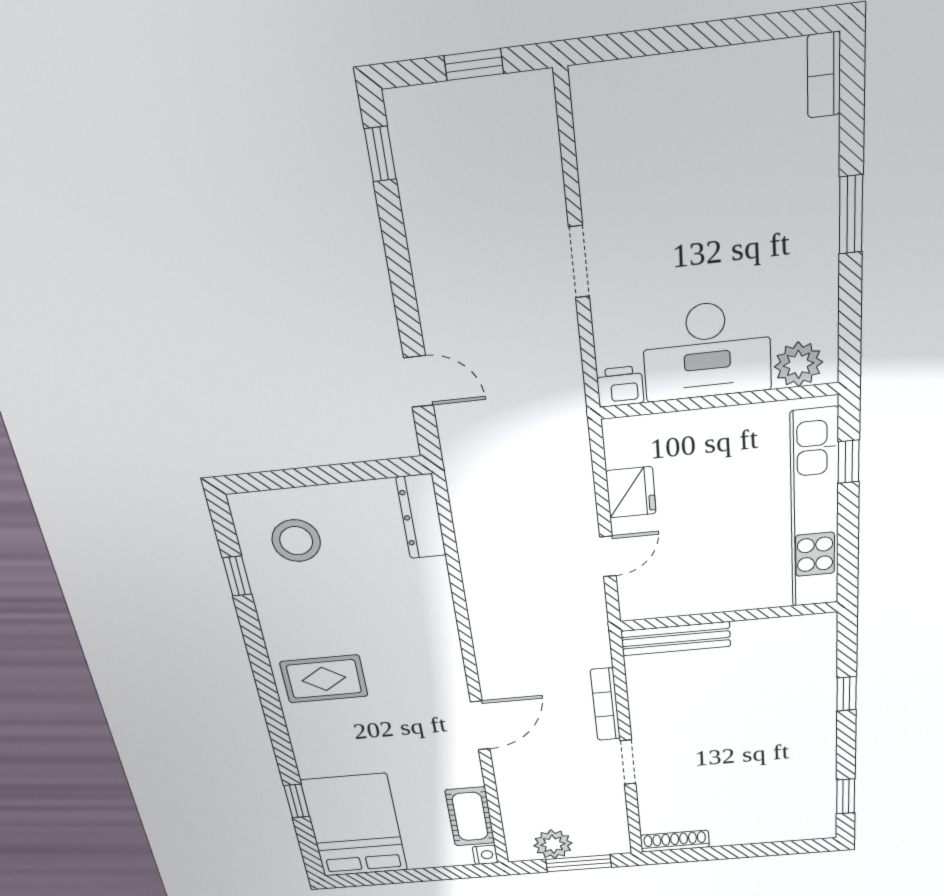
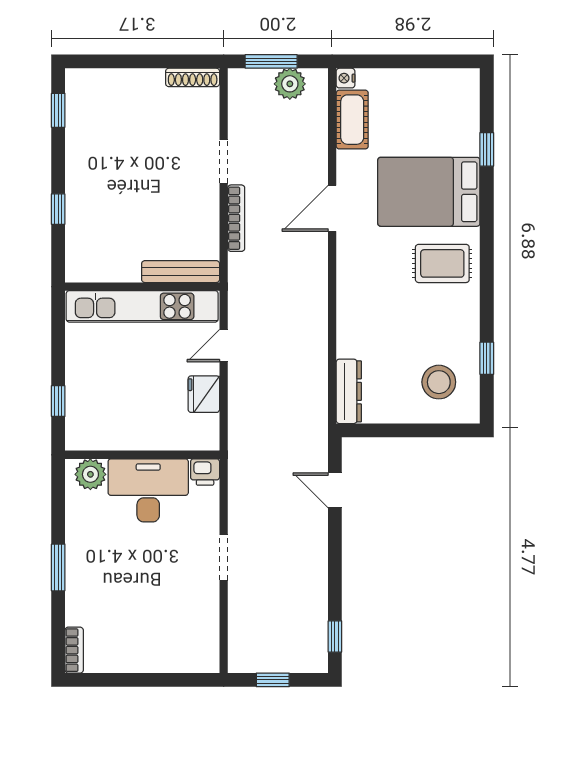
kitchen unit: (815, 510) -> (142, 306), moved, turned 90
bed: (355, 826) -> (429, 192), moved, turned 90

